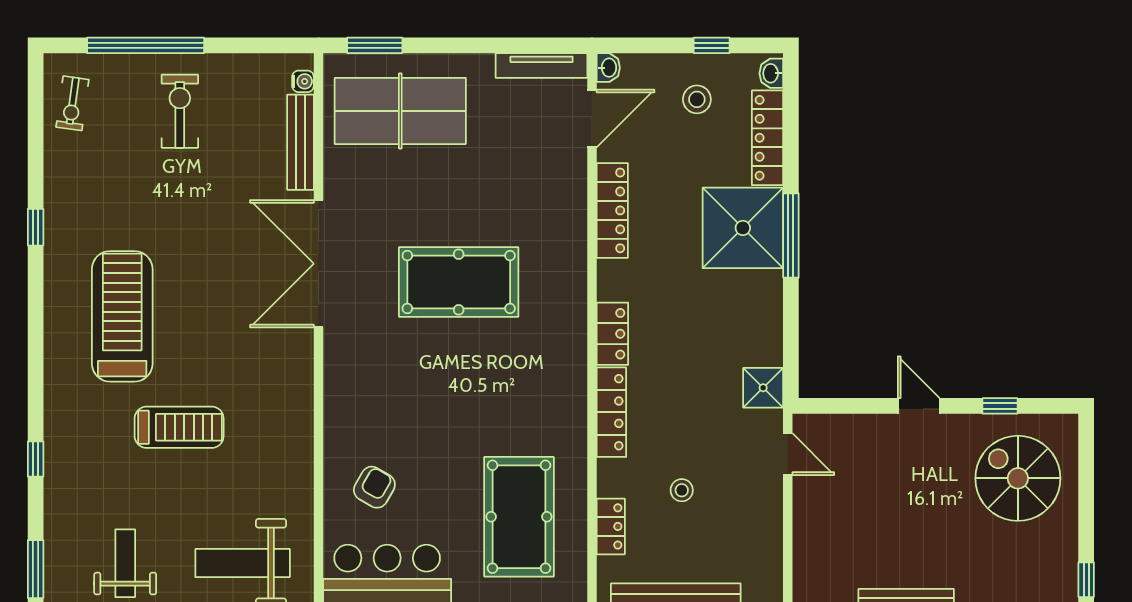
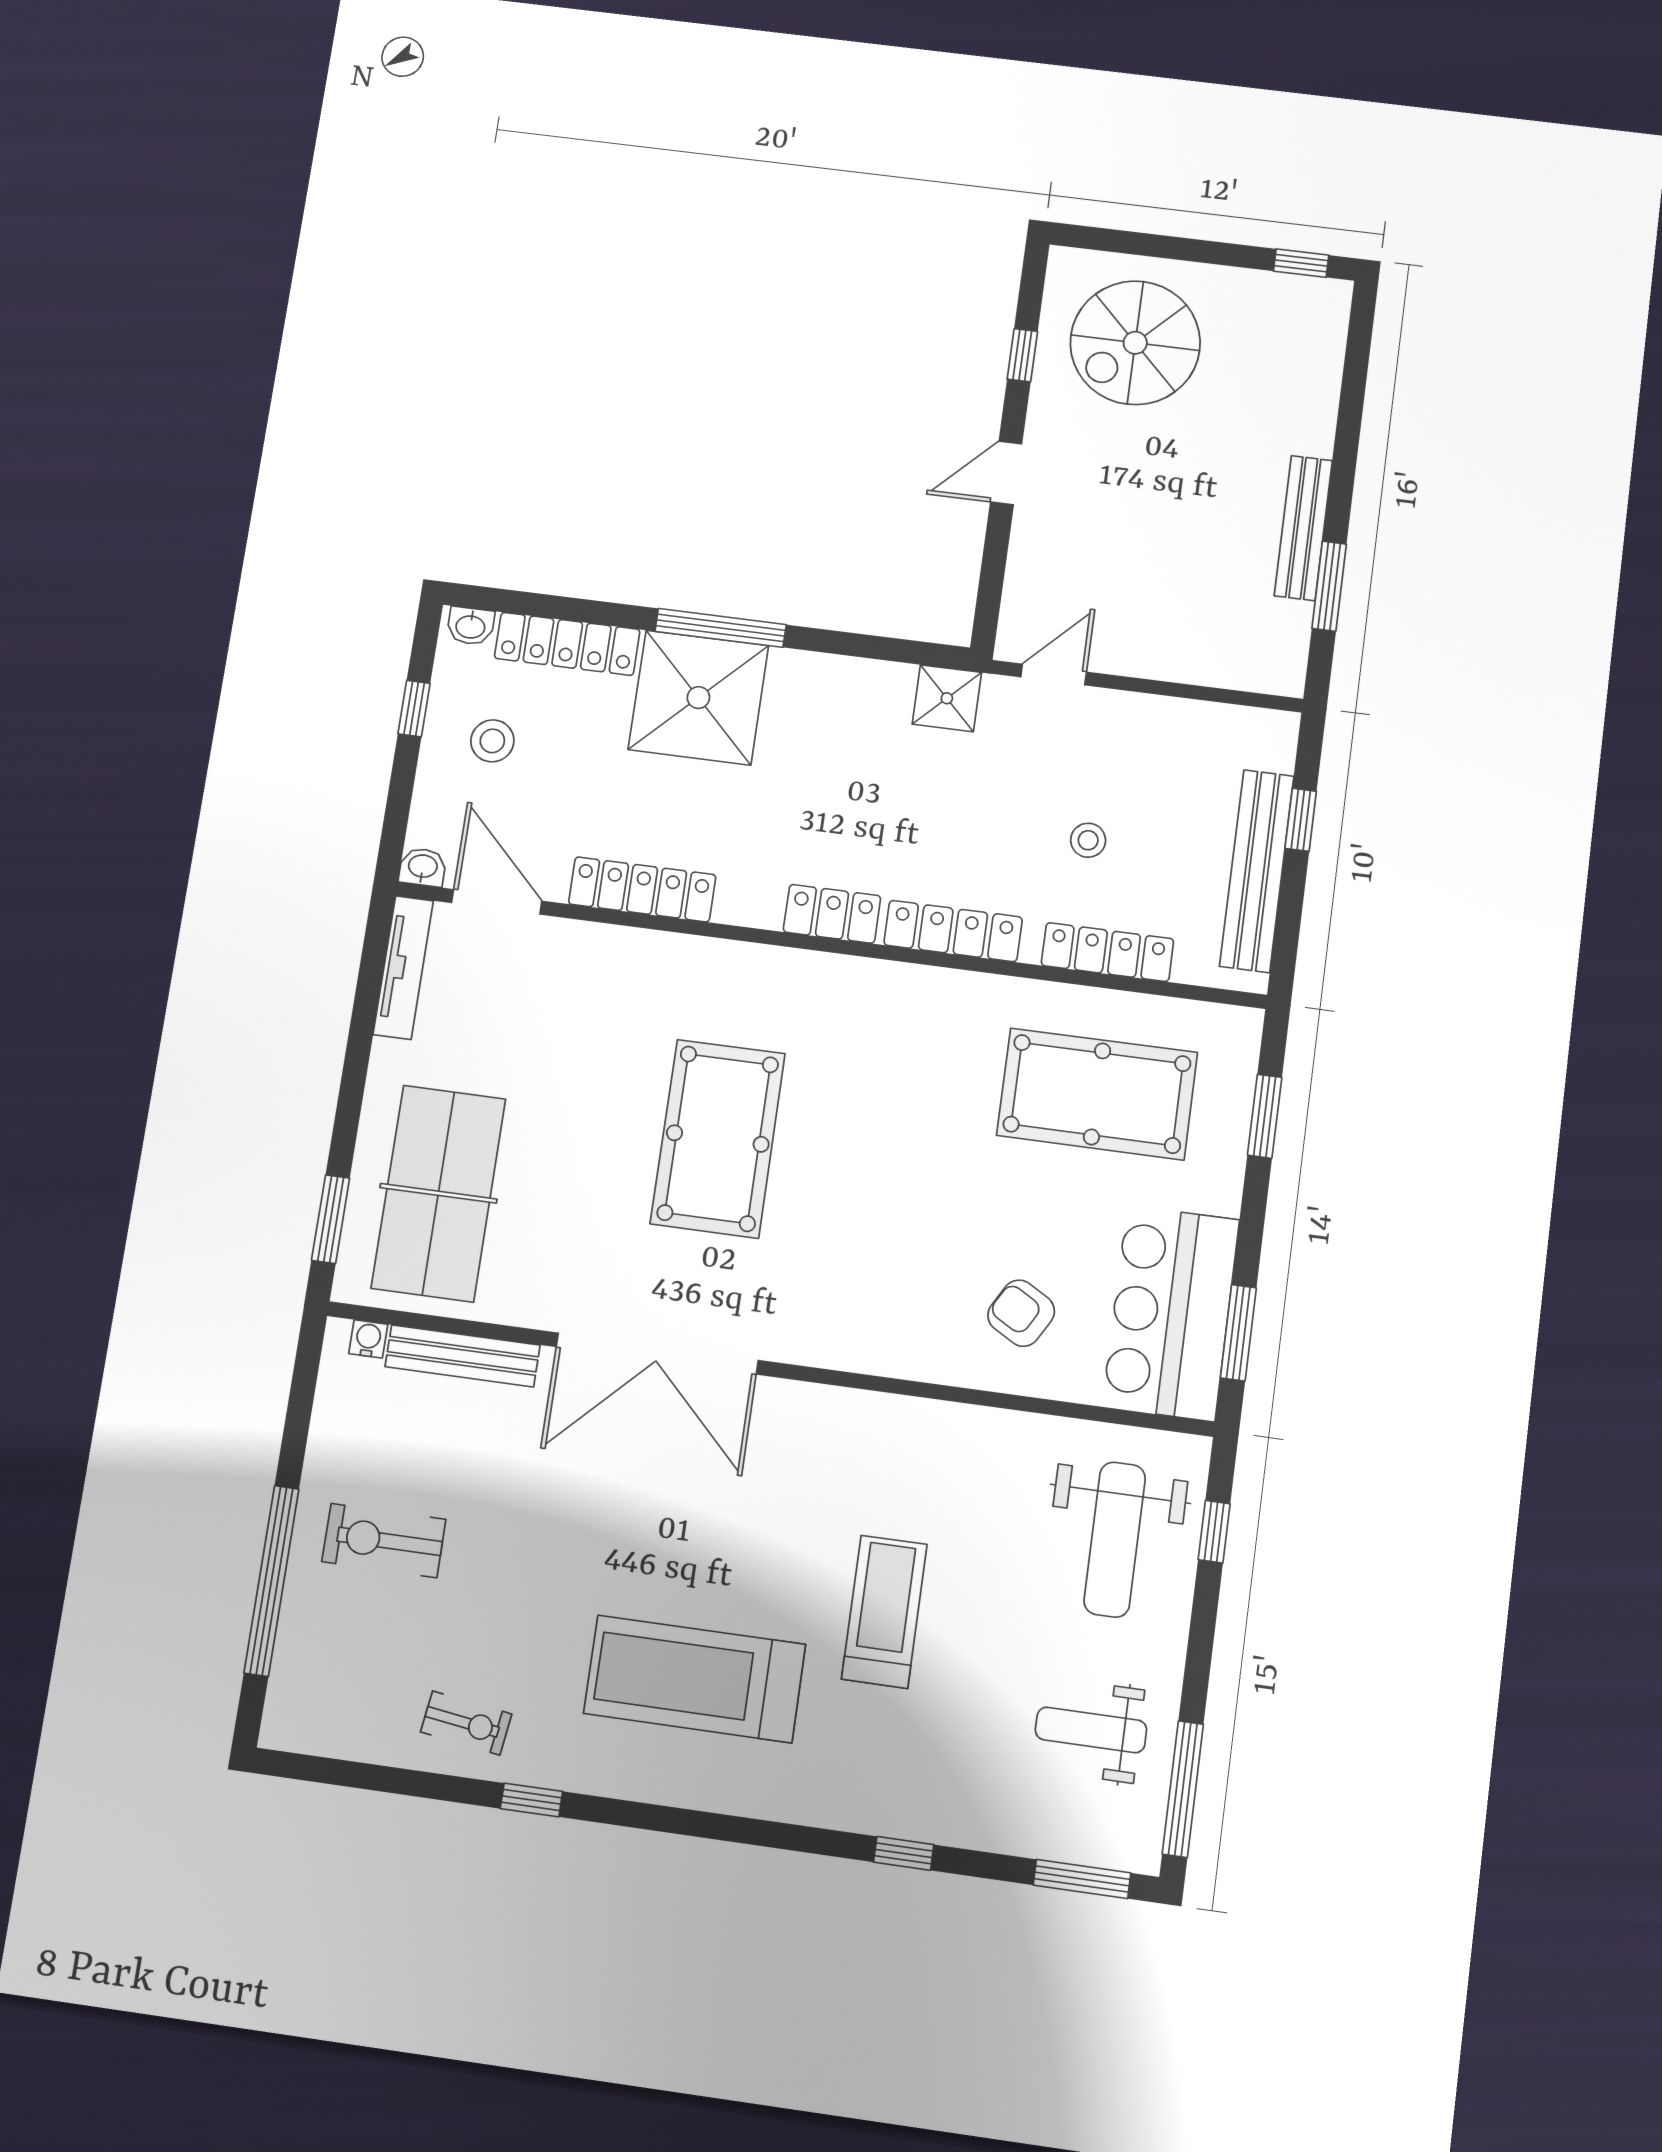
exercise bike: (72, 103) -> (466, 1723), moved
locker: (611, 526) -> (1107, 952), width x1.53

